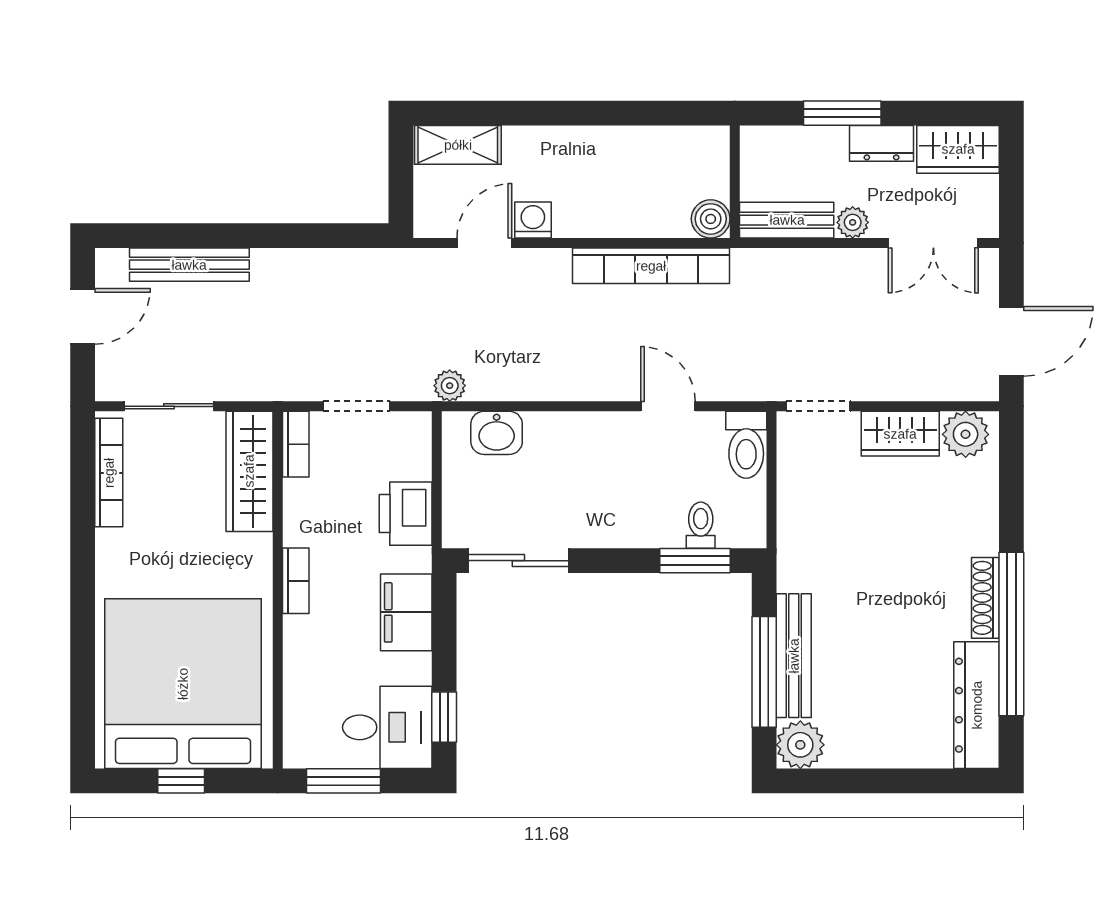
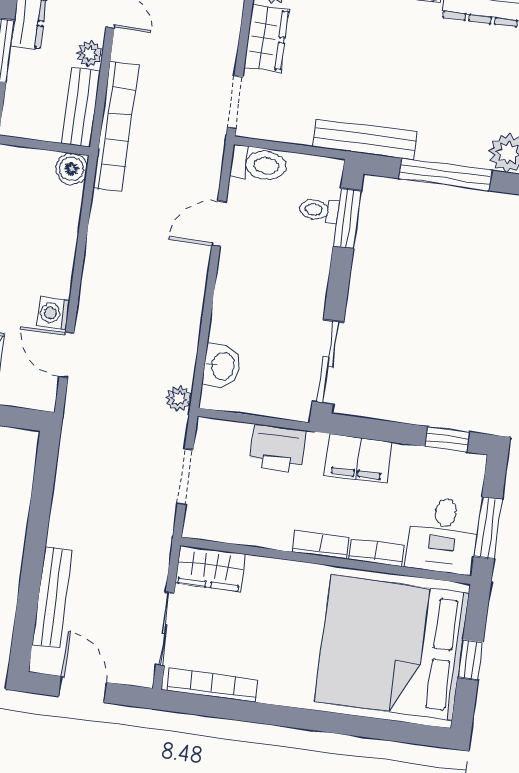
bookcase: (651, 266) -> (116, 126), moved
bookcase: (296, 444) -> (376, 552), moved
wardrobe: (249, 471) -> (210, 568), width x0.67
bench: (794, 656) -> (365, 139), moved
desk: (387, 727) -> (443, 535), moved, turned 180

